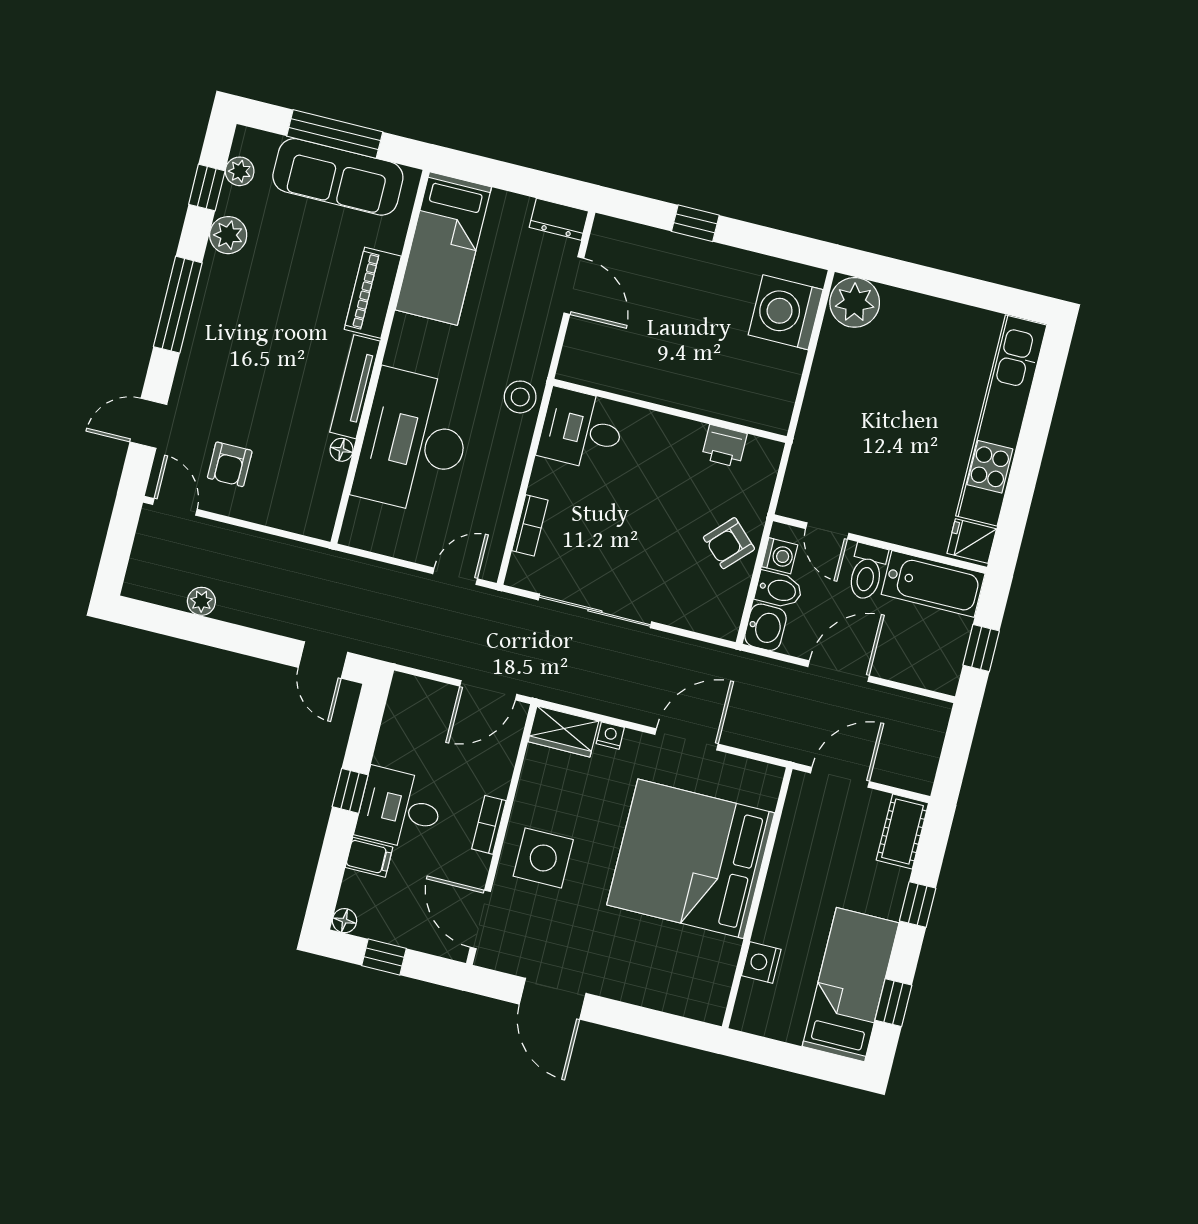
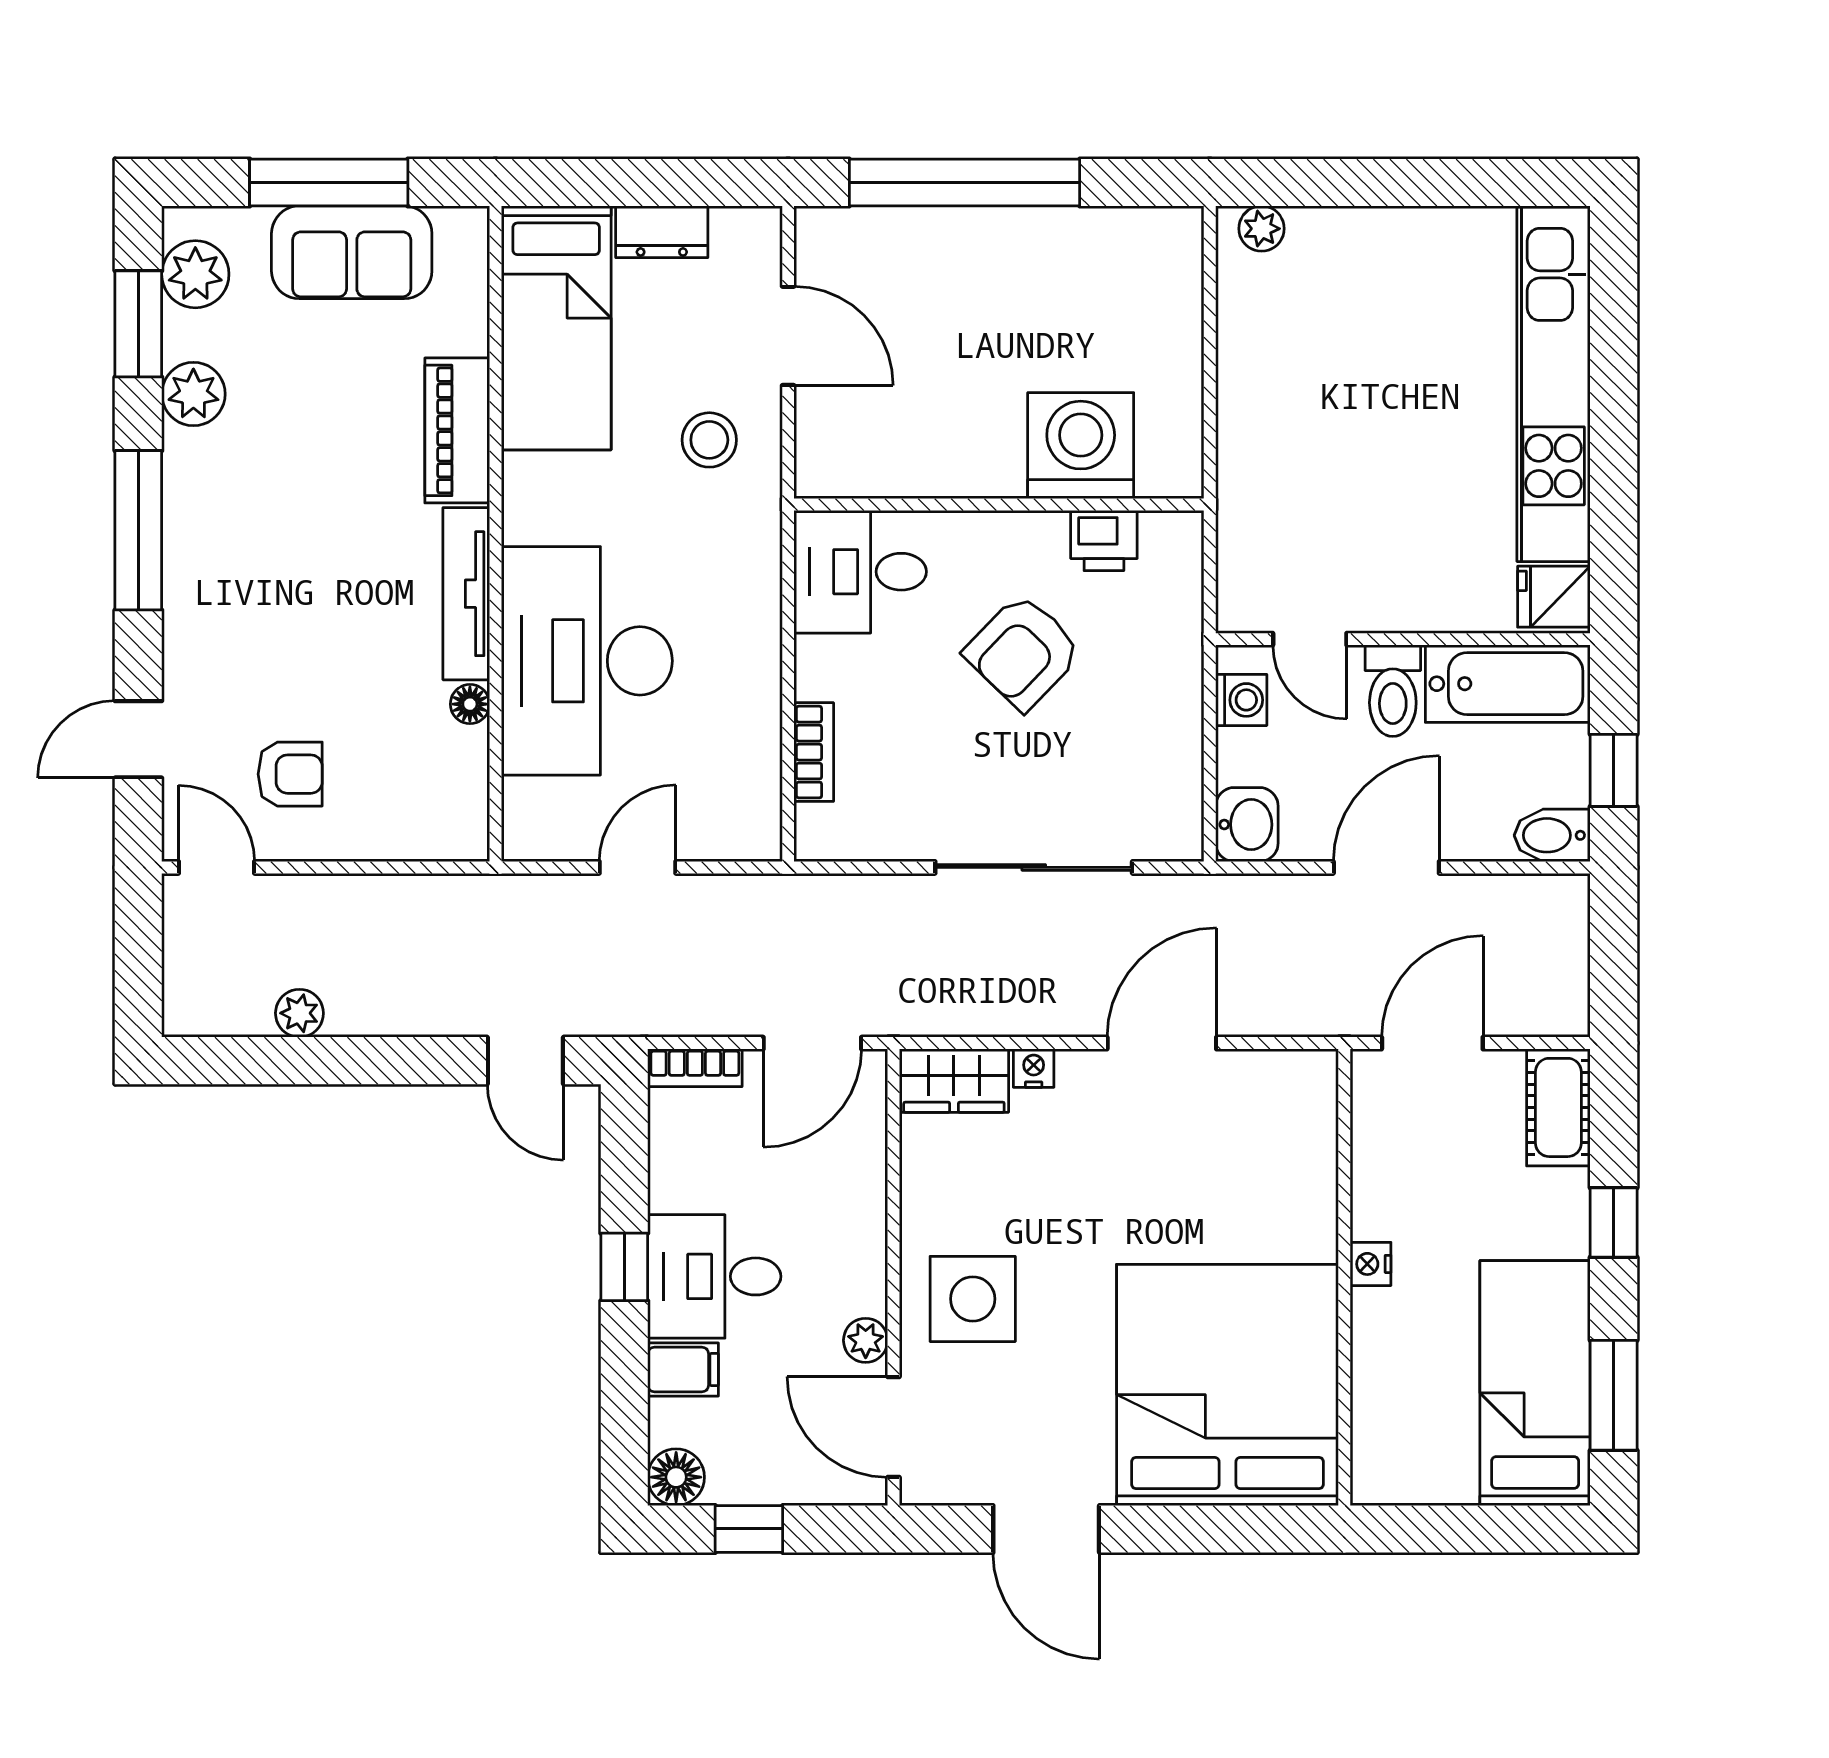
plant: (240, 171) -> (195, 274), width x1.38, depth x1.38
sofa: (338, 177) -> (352, 252), width x0.73
window: (207, 188) -> (138, 324), width x1.50
dresser: (559, 219) -> (662, 232), moved
window: (695, 223) -> (964, 182), width x3.17
plant: (855, 302) -> (1262, 229), width x0.53, depth x0.53
washing machine: (786, 312) -> (1081, 446), moved, turned 90
stool: (520, 397) -> (709, 440), moved
armchair: (230, 464) -> (290, 774), turned -90
armchair: (729, 543) -> (1023, 652), moved, width x1.38, depth x1.38
door: (455, 576) -> (638, 867), moved
bidet: (779, 590) -> (1552, 835), moved, turned 180
sliding door: (595, 611) -> (1034, 867), moved
bookcase: (489, 825) -> (695, 1068), moved, turned -90
bed: (691, 859) -> (1228, 1385), moved, turned 90
plant: (477, 866) -> (866, 1340), added
floor lamp: (344, 921) -> (676, 1477), width x1.37, depth x1.37
nightstand: (761, 962) -> (1371, 1264), moved, width x0.72, depth x0.74
window: (893, 1003) -> (1614, 1395), width x1.50

